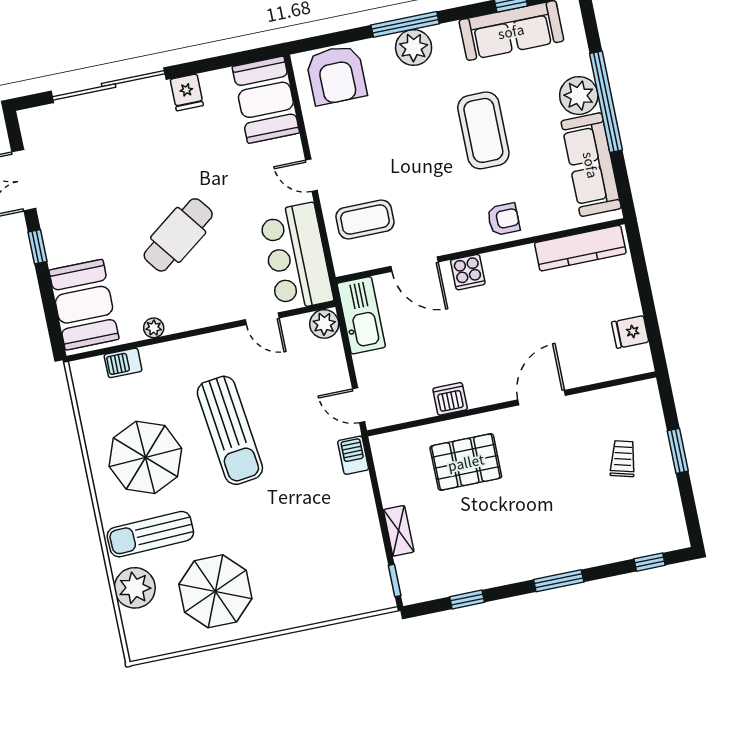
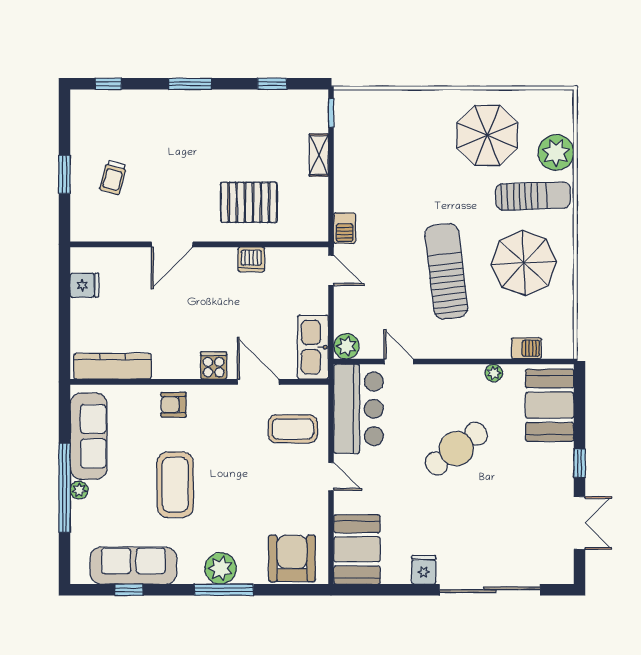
plant: (579, 96) -> (79, 490), width x0.53, depth x0.53

